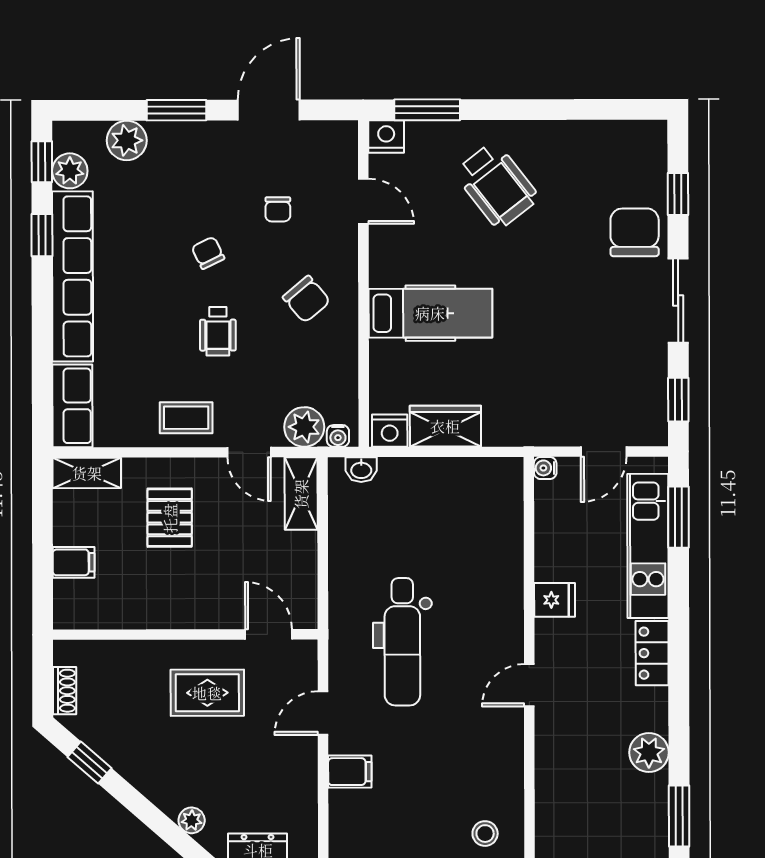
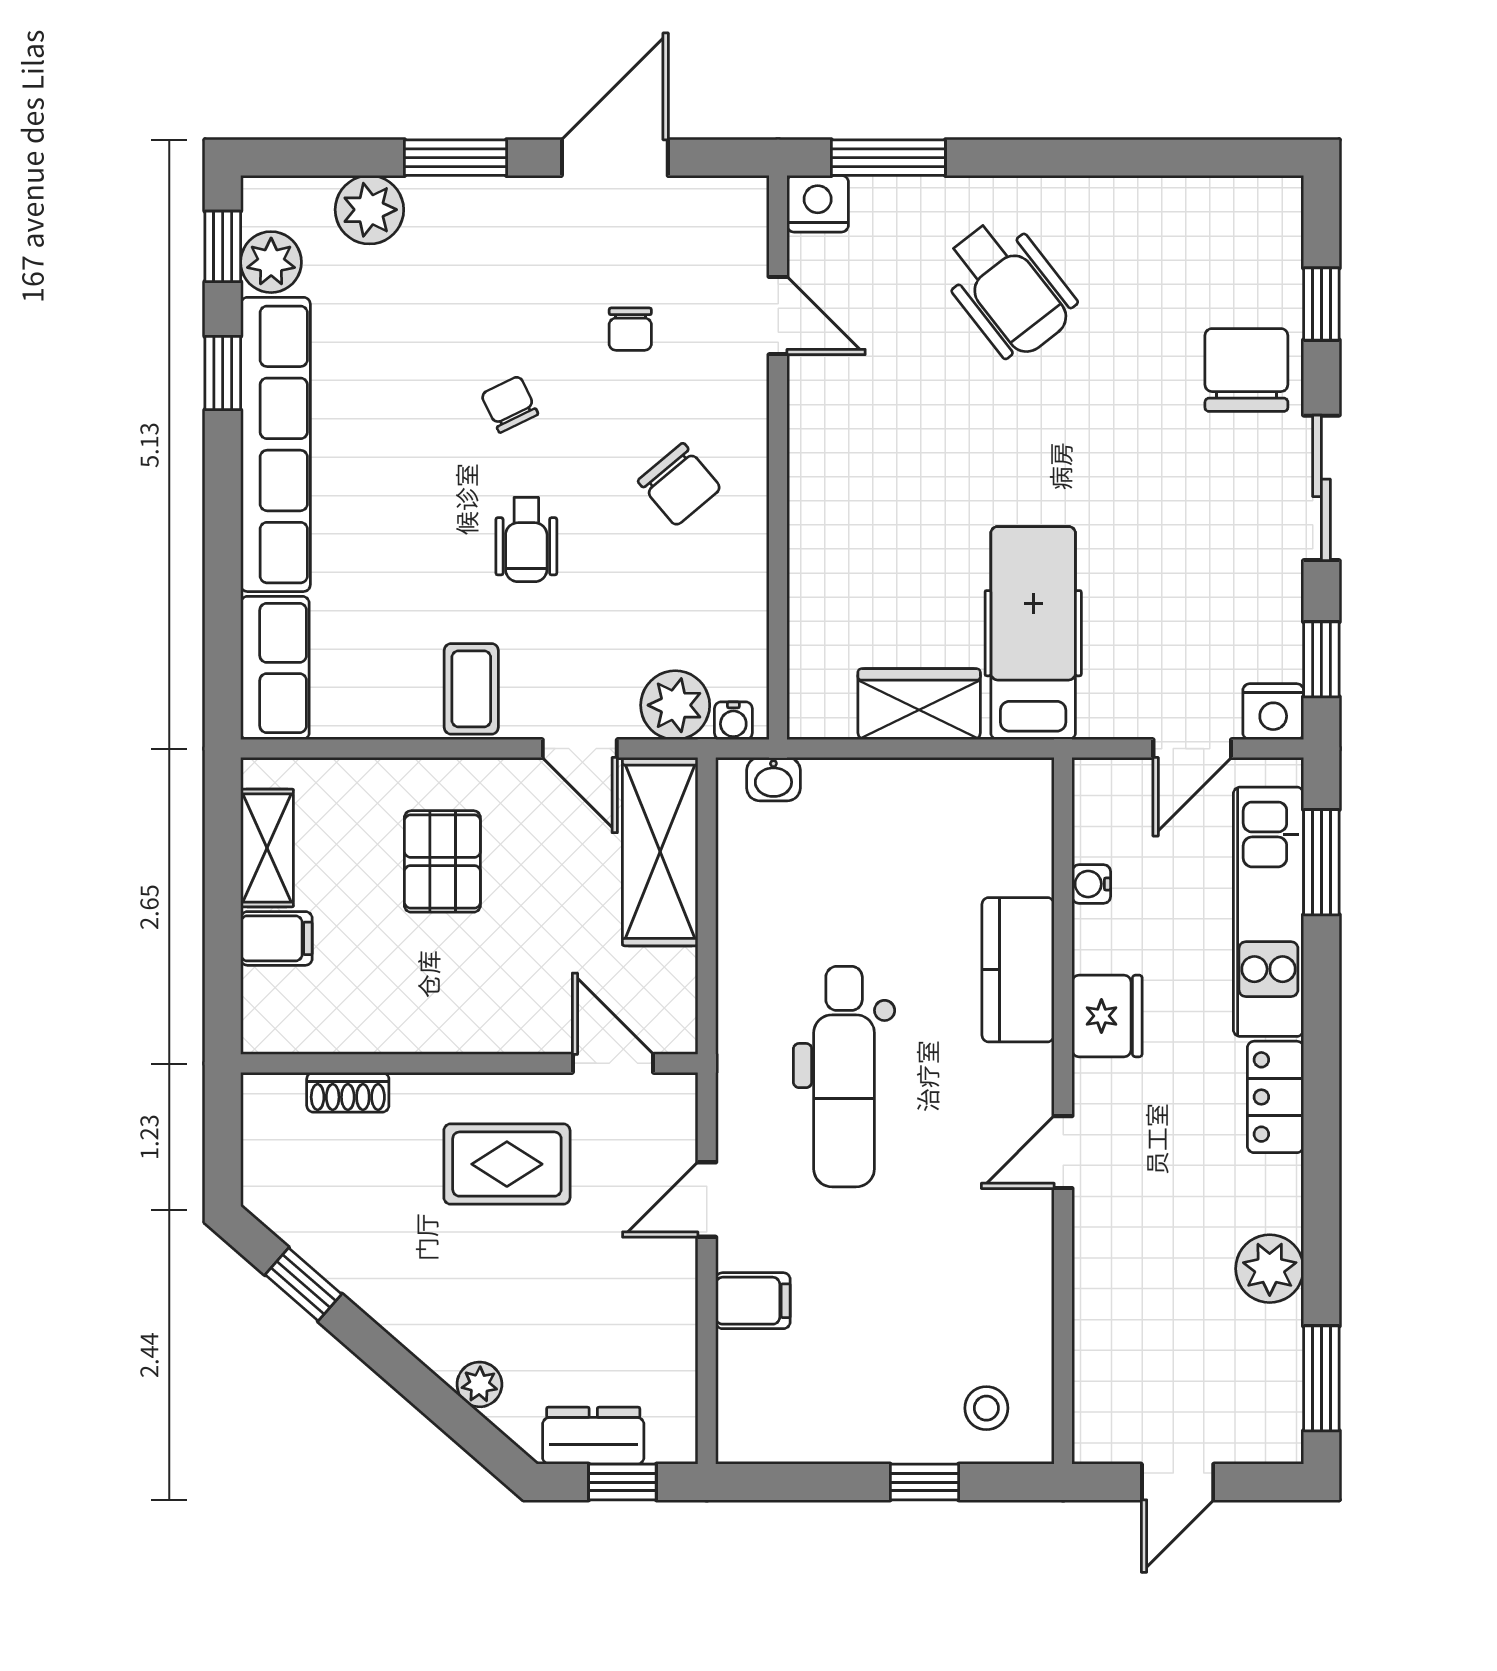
hospital bed: (430, 313) -> (1033, 633), moved, turned -90
coffee table: (186, 418) -> (471, 689), turned 90
nightstand: (390, 431) -> (1273, 712), moved
water cooler: (545, 468) -> (1091, 884), moved
shelving: (87, 473) -> (267, 848), moved, turned 90
shelving: (301, 494) -> (660, 852), width x1.50, depth x1.33
kitchen counter: (503, 580) -> (1018, 970), added
fridge: (555, 600) -> (1107, 1016), width x1.38
shoe rack: (65, 691) -> (348, 1092), moved, turned 90

